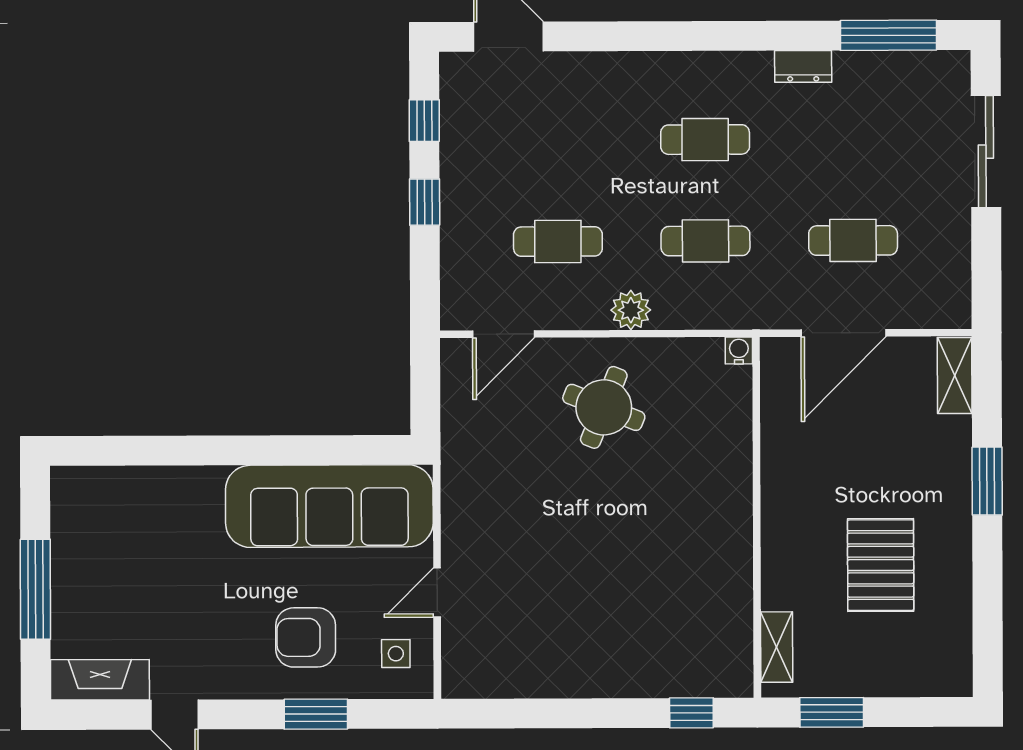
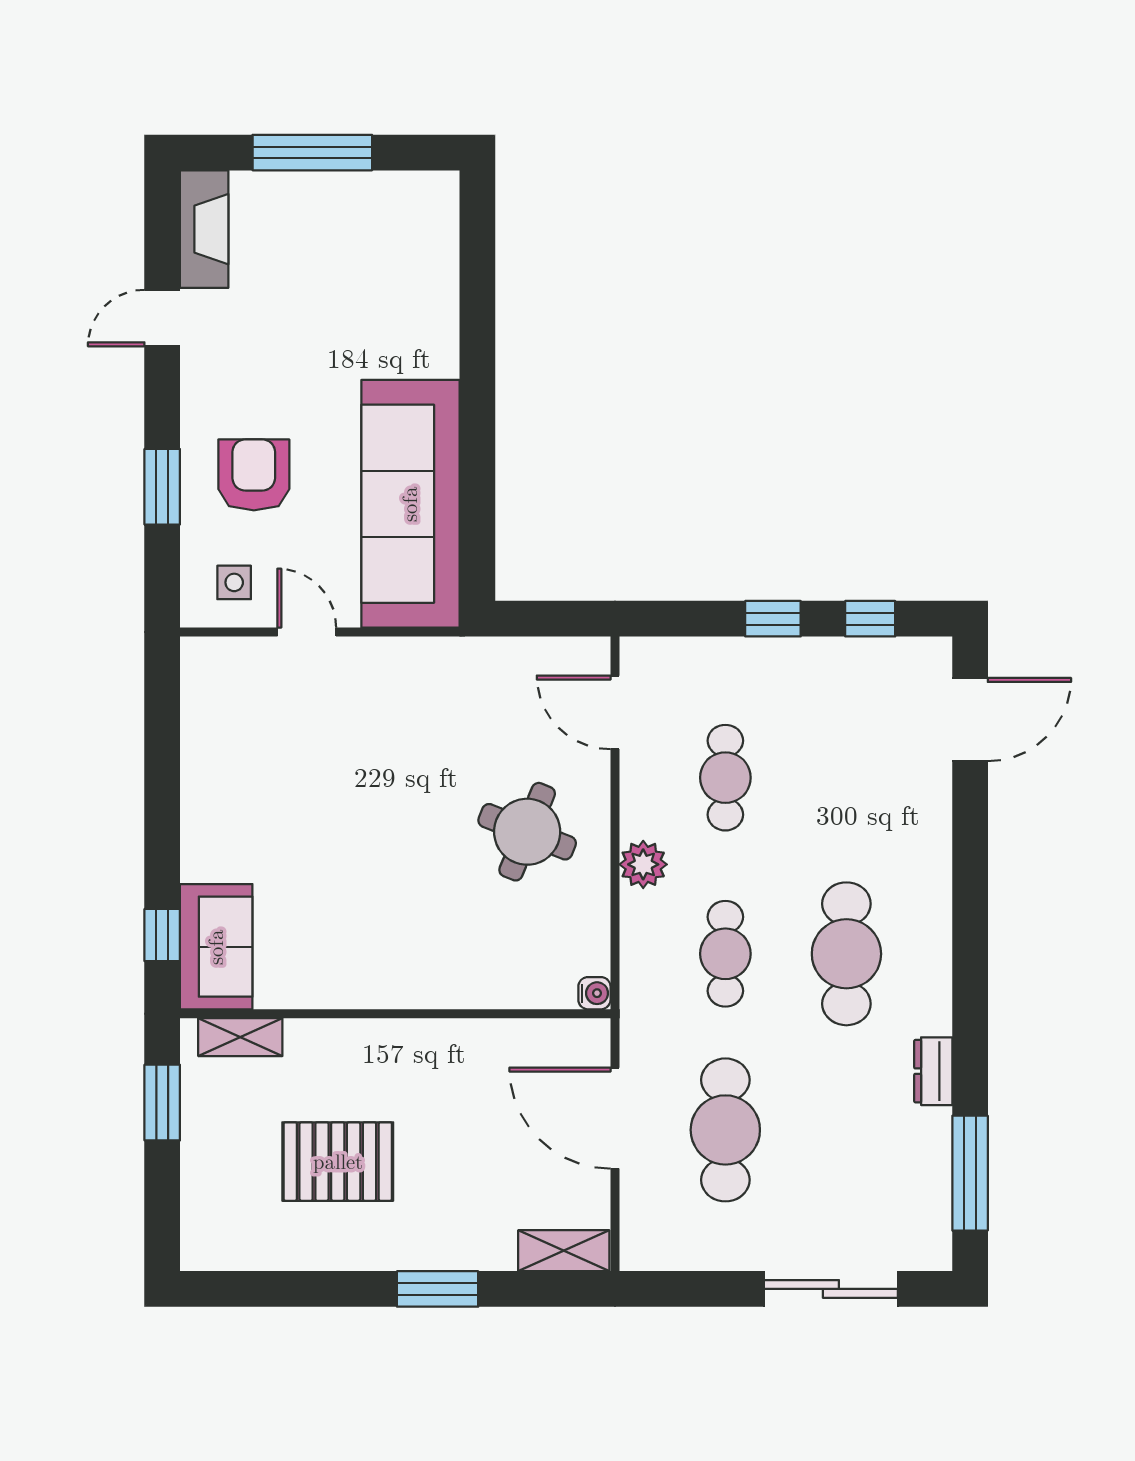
cafe table: (705, 140) -> (846, 954), width x1.37, depth x1.35
cafe table: (853, 240) -> (725, 1130), width x1.37, depth x1.35
sofa: (701, 668) -> (216, 947), added

